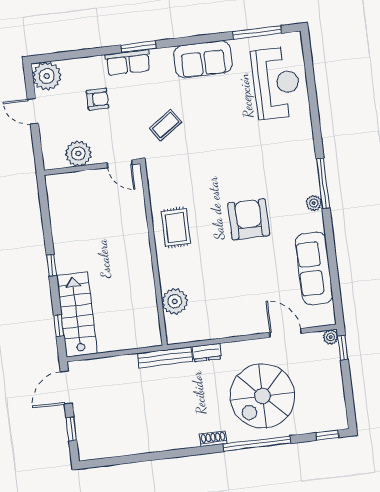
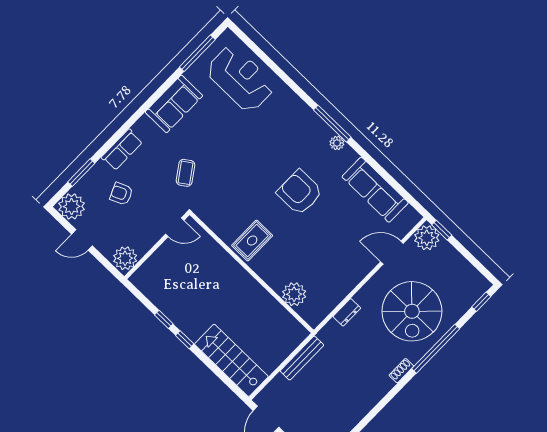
window: (138, 47) -> (81, 173), moved
armchair: (97, 99) -> (121, 194), turned -114
plant: (78, 153) -> (125, 258), moved
rug: (176, 228) -> (252, 240), turned 90
window: (59, 326) -> (164, 319), moved
plant: (331, 337) -> (427, 238), width x1.87, depth x1.87
bench: (165, 357) -> (302, 358), moved

